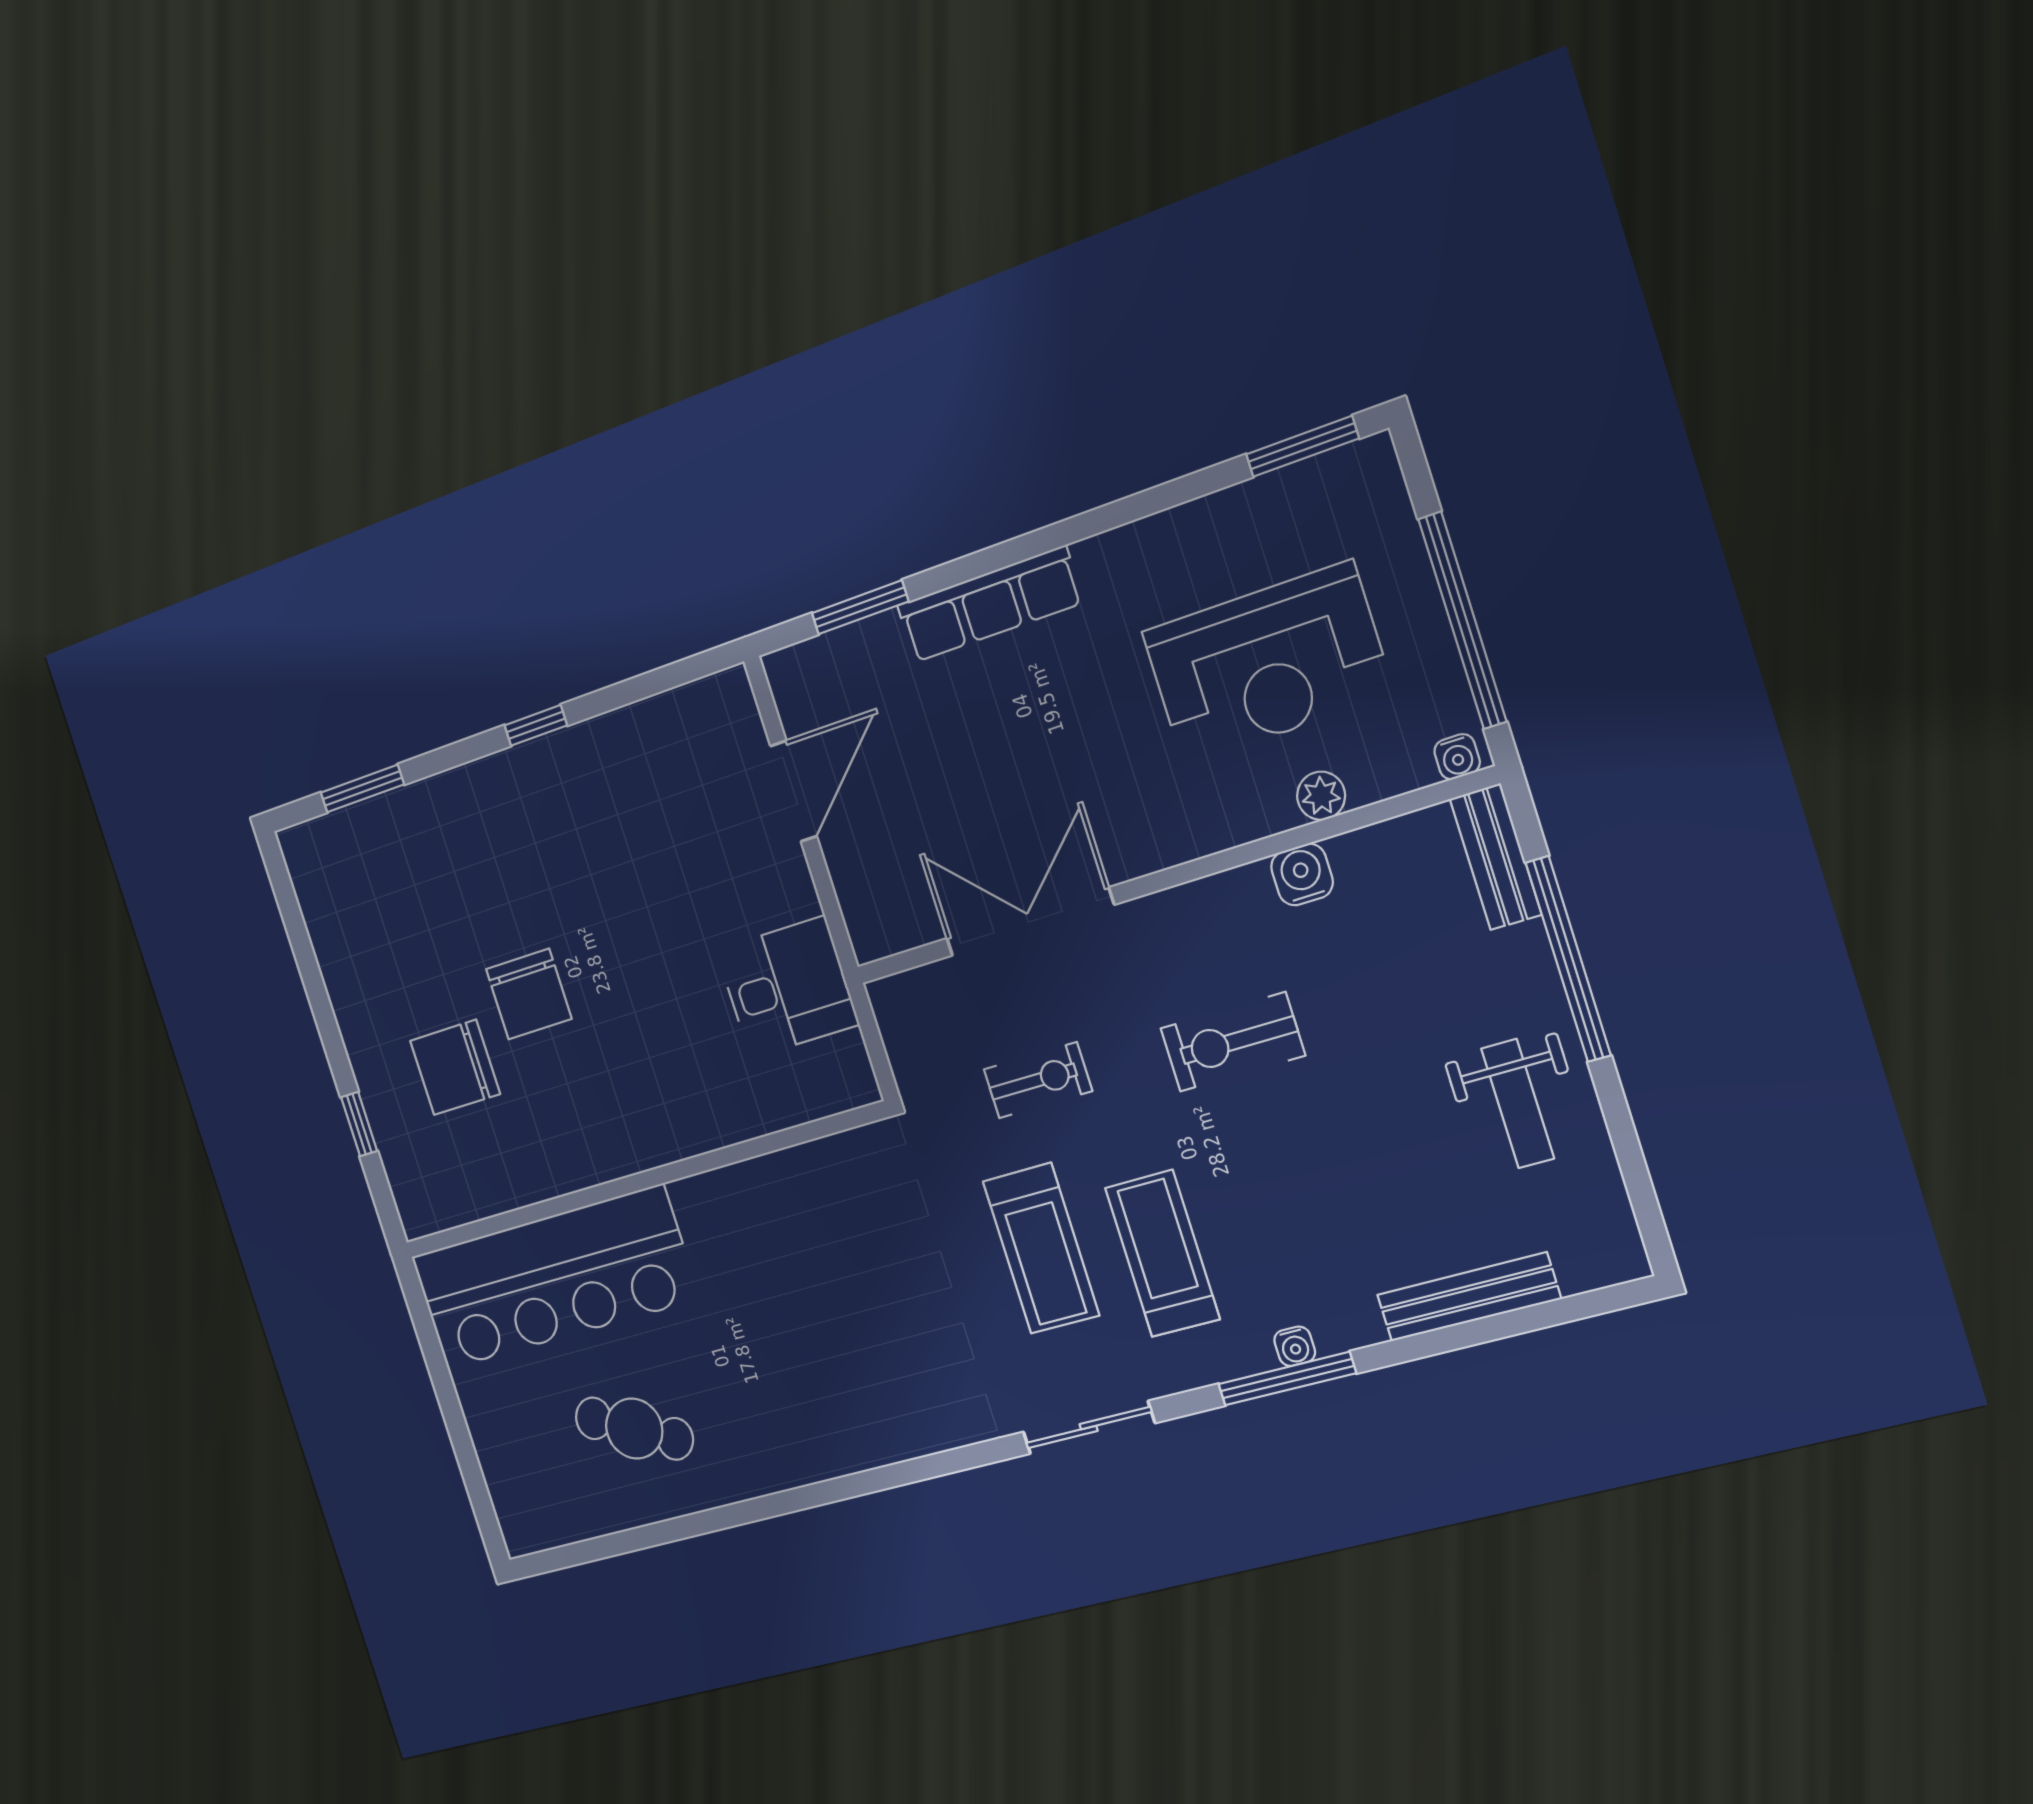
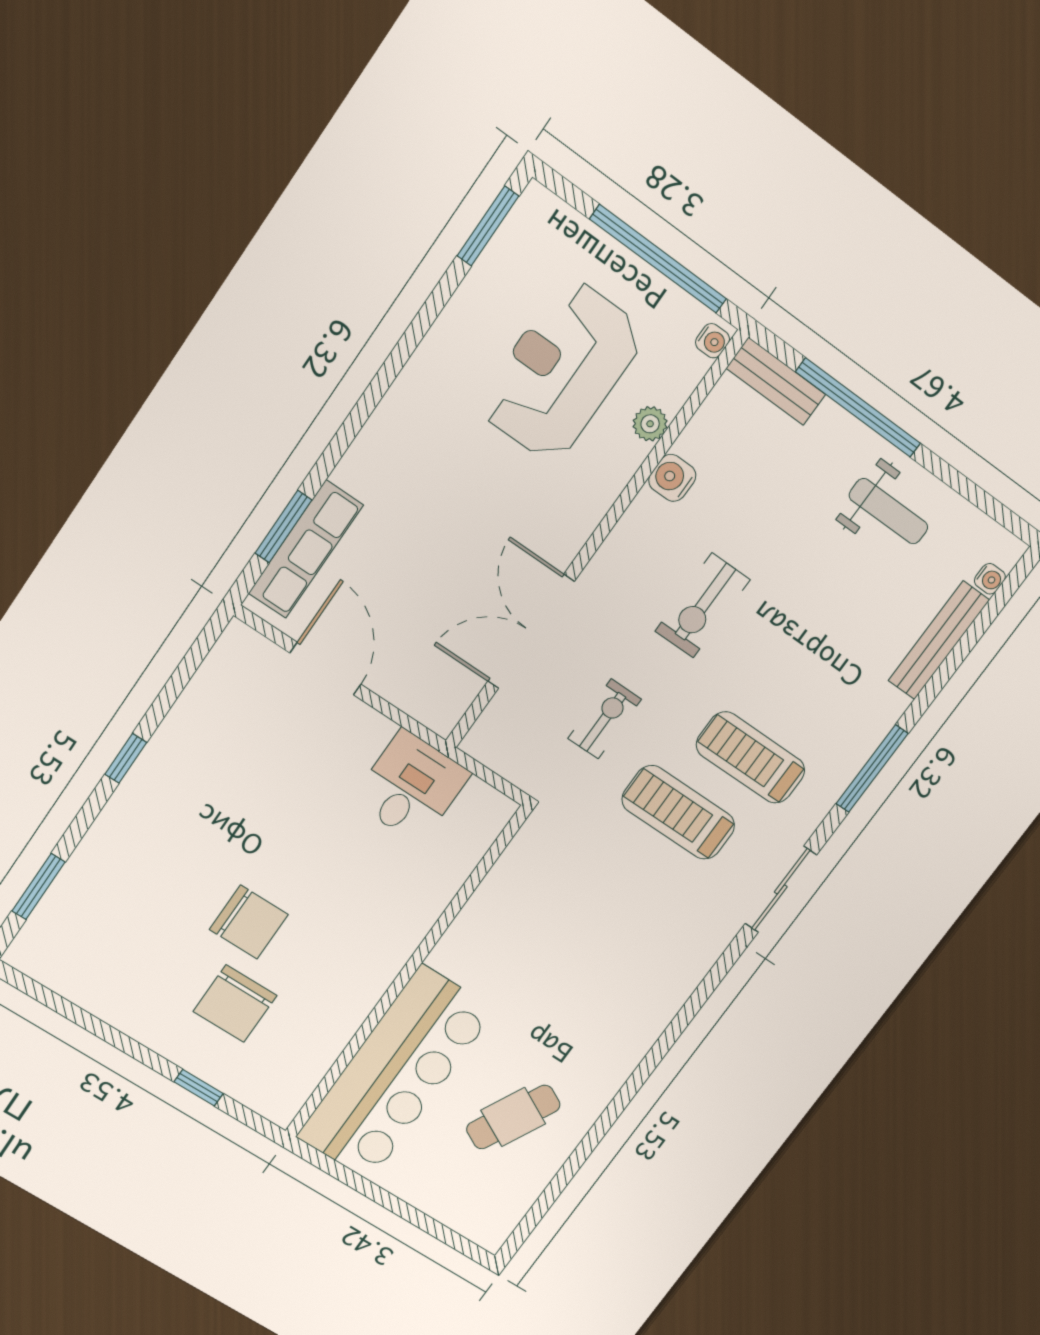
row of seats: (990, 604) -> (306, 549), moved
reception desk: (1267, 663) -> (561, 371), turned 180
treadmill: (1041, 1248) -> (678, 813), turned 180
water cooler: (1295, 1346) -> (990, 579), moved

